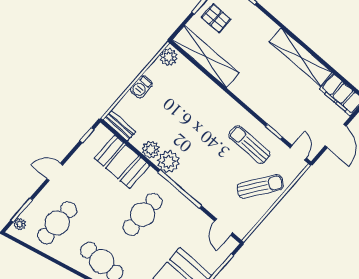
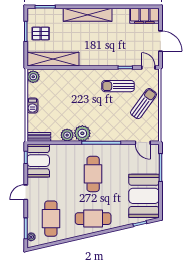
shelving: (301, 57) -> (88, 15), moved
booth: (122, 162) -> (38, 161), moved, turned 90

